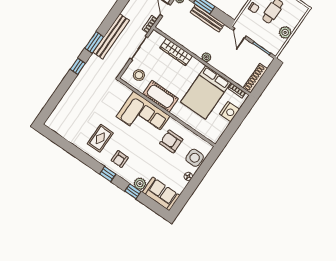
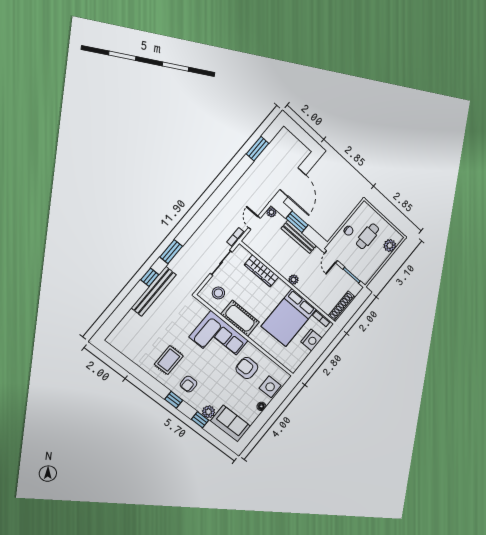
plant: (285, 32) -> (390, 246), moved
bench: (111, 36) -> (154, 291), moved

